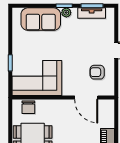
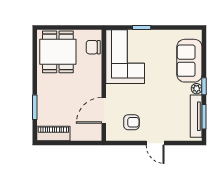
tv unit: (92, 13) -> (196, 116), width x1.41
armchair: (97, 72) -> (131, 122), turned 90

